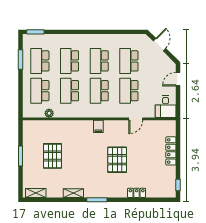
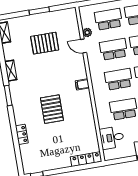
desk: (166, 107) -> (112, 138), moved
door: (136, 119) -> (84, 46), moved
locker: (171, 151) -> (86, 159), moved
pallet: (117, 160) -> (52, 109), turned 90

